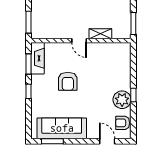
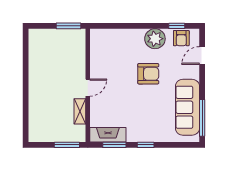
shelving: (100, 34) -> (80, 111), moved
armchair: (68, 81) -> (148, 74), moved
window: (133, 95) -> (177, 26), moved
window: (52, 141) -> (202, 118), width x1.44

